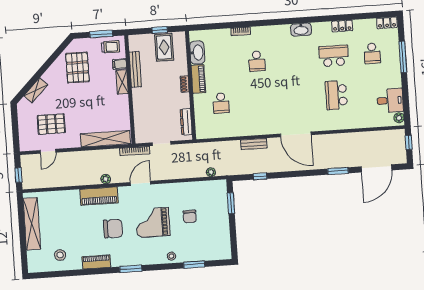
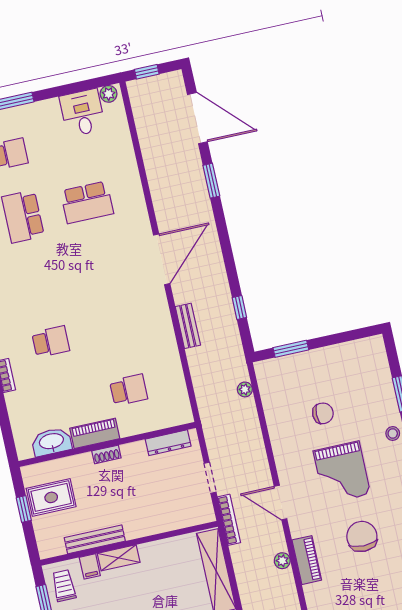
piano: (99, 196) -> (307, 560), width x0.73, depth x0.75

